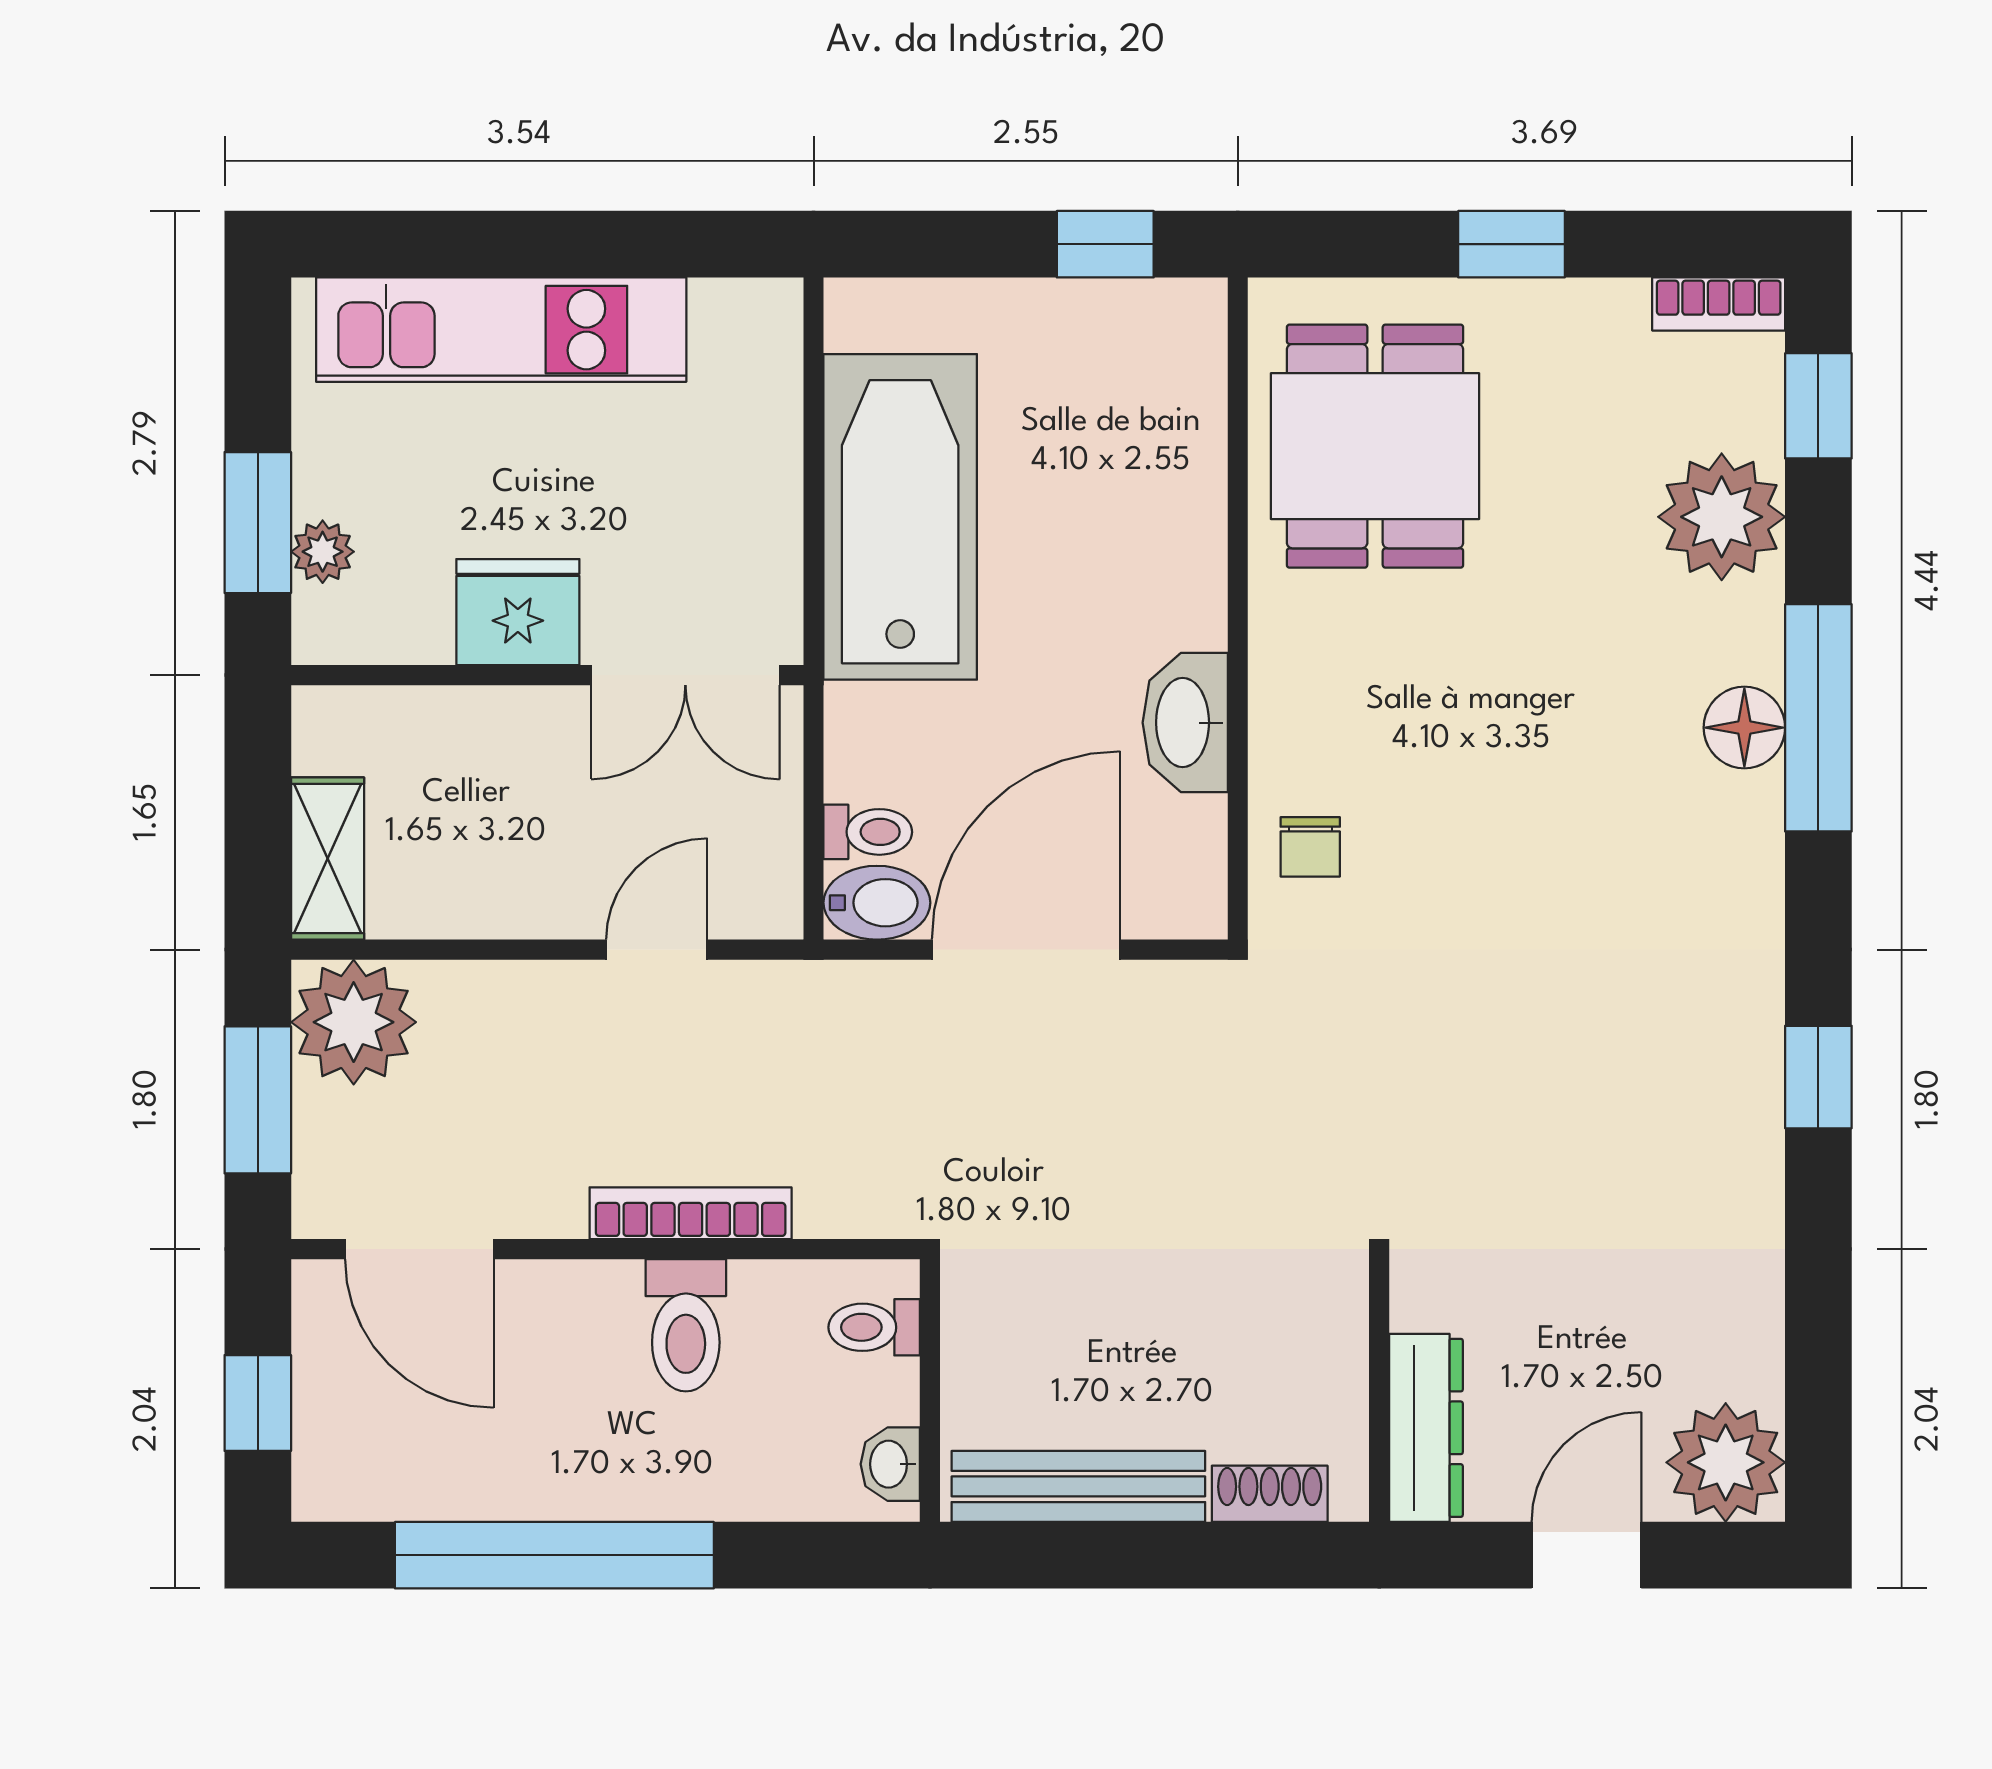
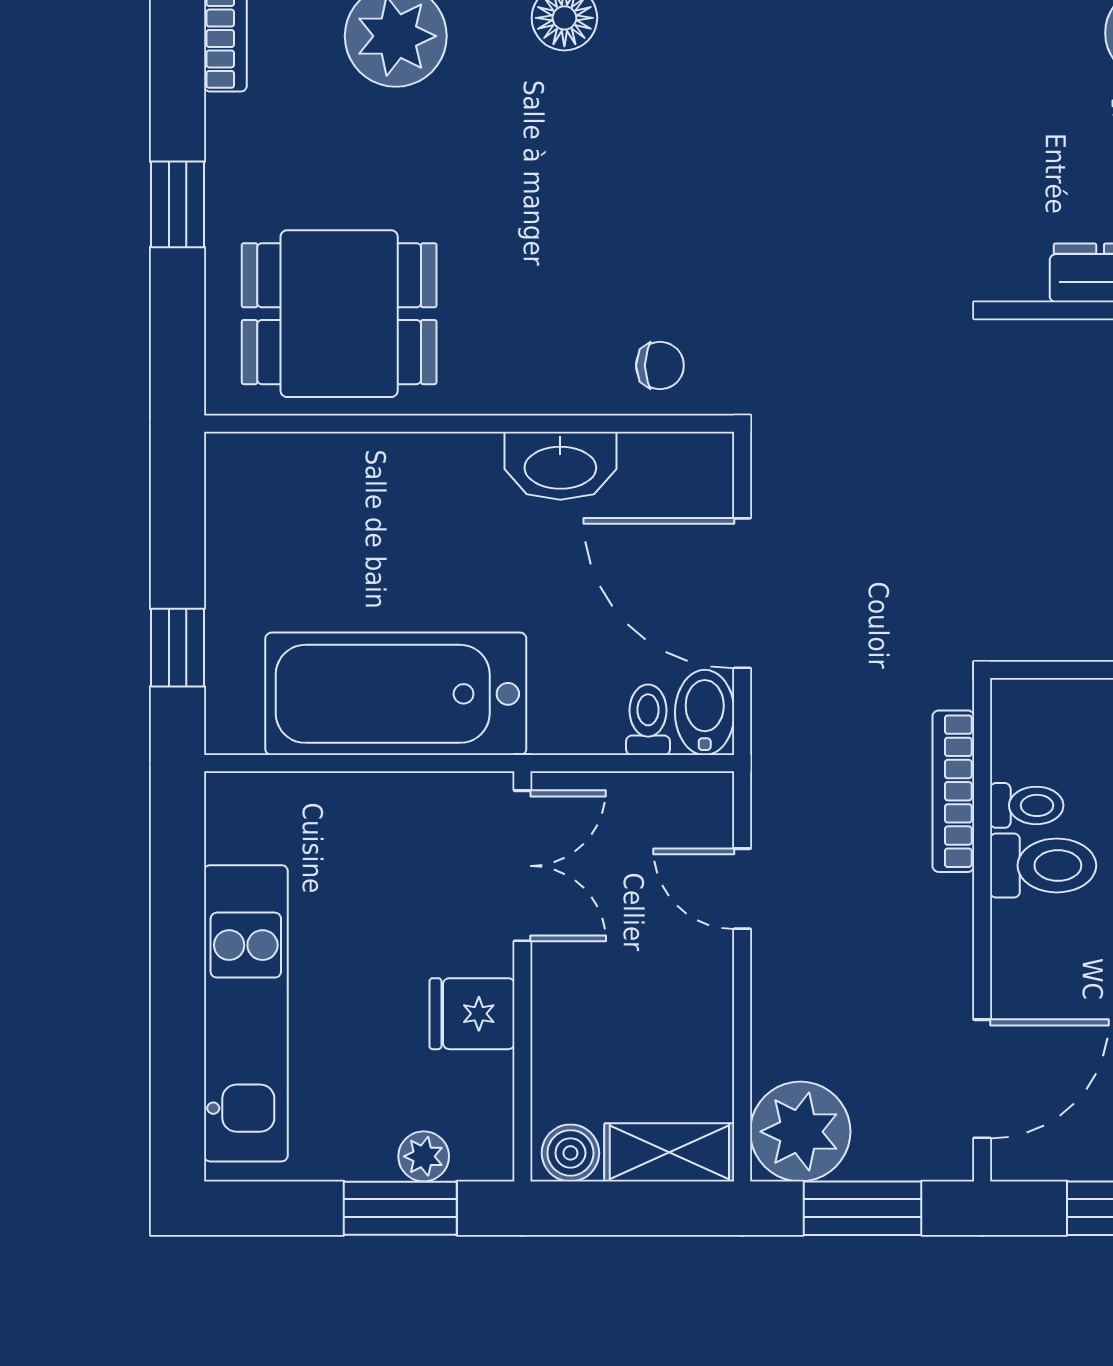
window: (1105, 244) -> (177, 648), moved
fridge: (518, 612) -> (472, 1014), width x0.72
boiler: (327, 735) -> (570, 1153), added
bookcase: (691, 1213) -> (953, 791), moved
toilet: (874, 1327) -> (1027, 805), moved, turned -90

